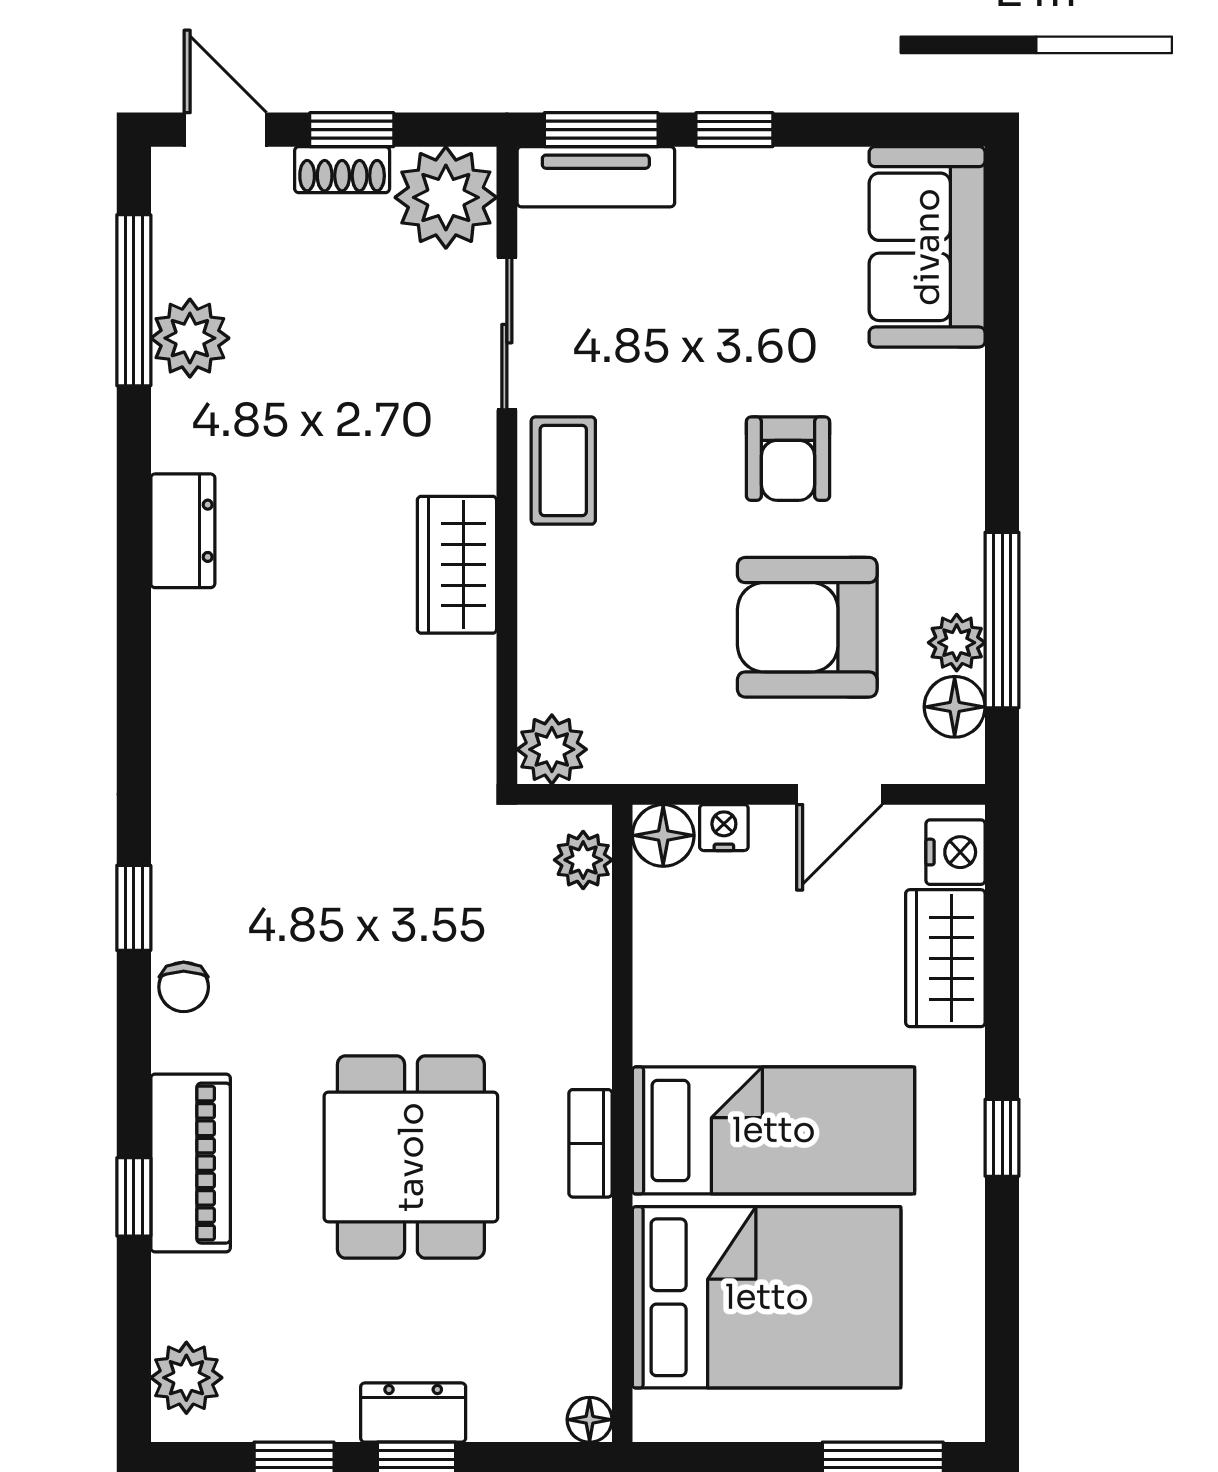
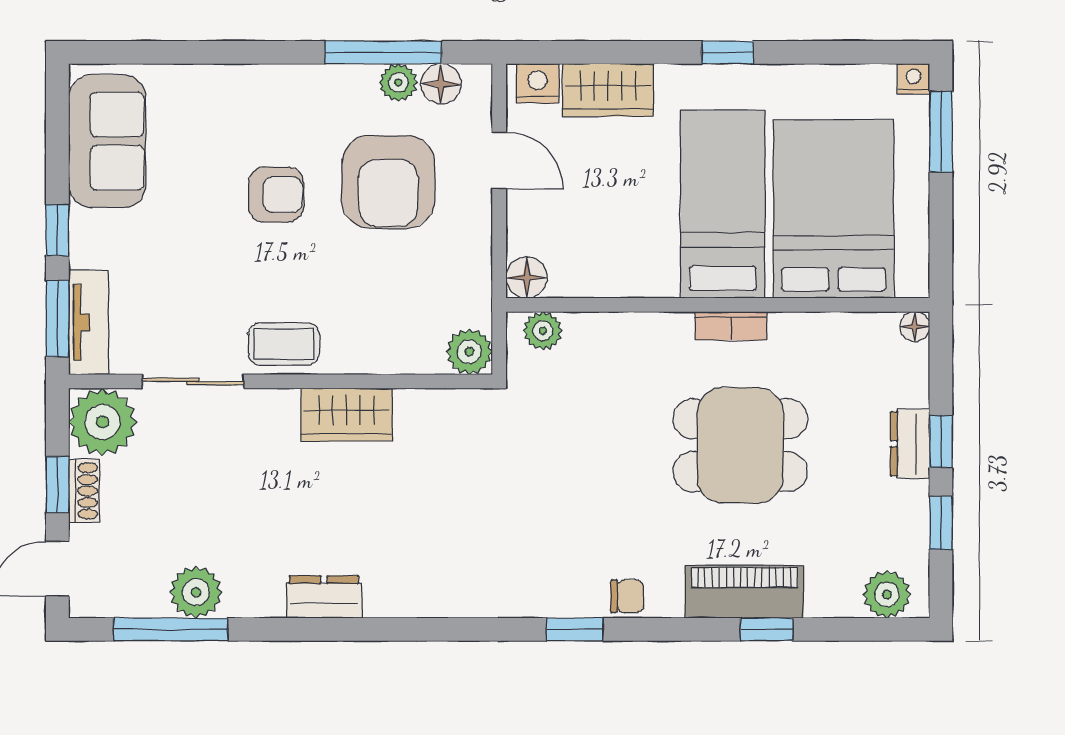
sofa: (927, 247) -> (107, 141), moved, turned -90
nightstand: (724, 828) -> (914, 79), moved, turned 90

